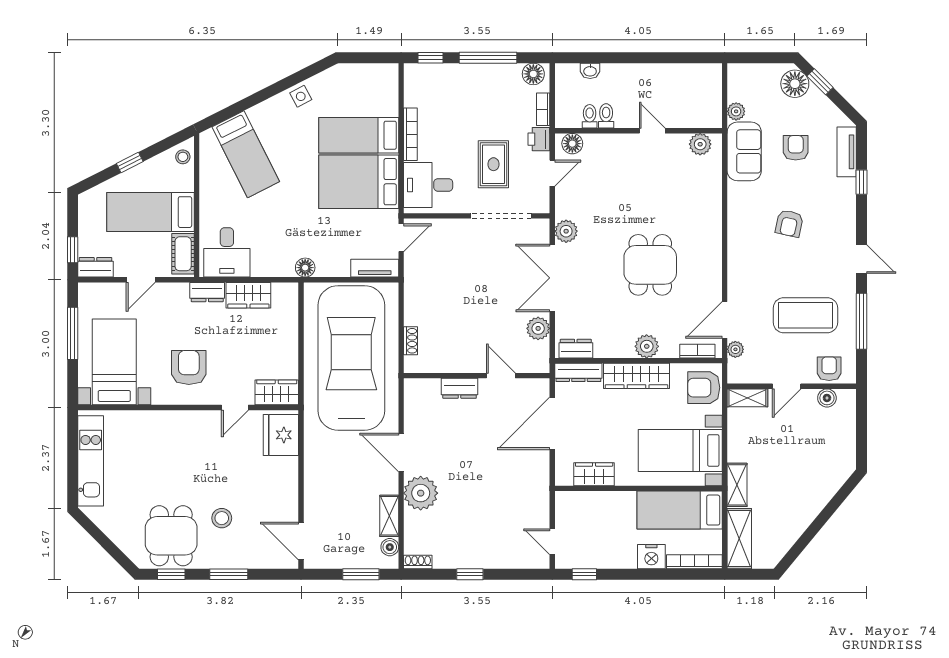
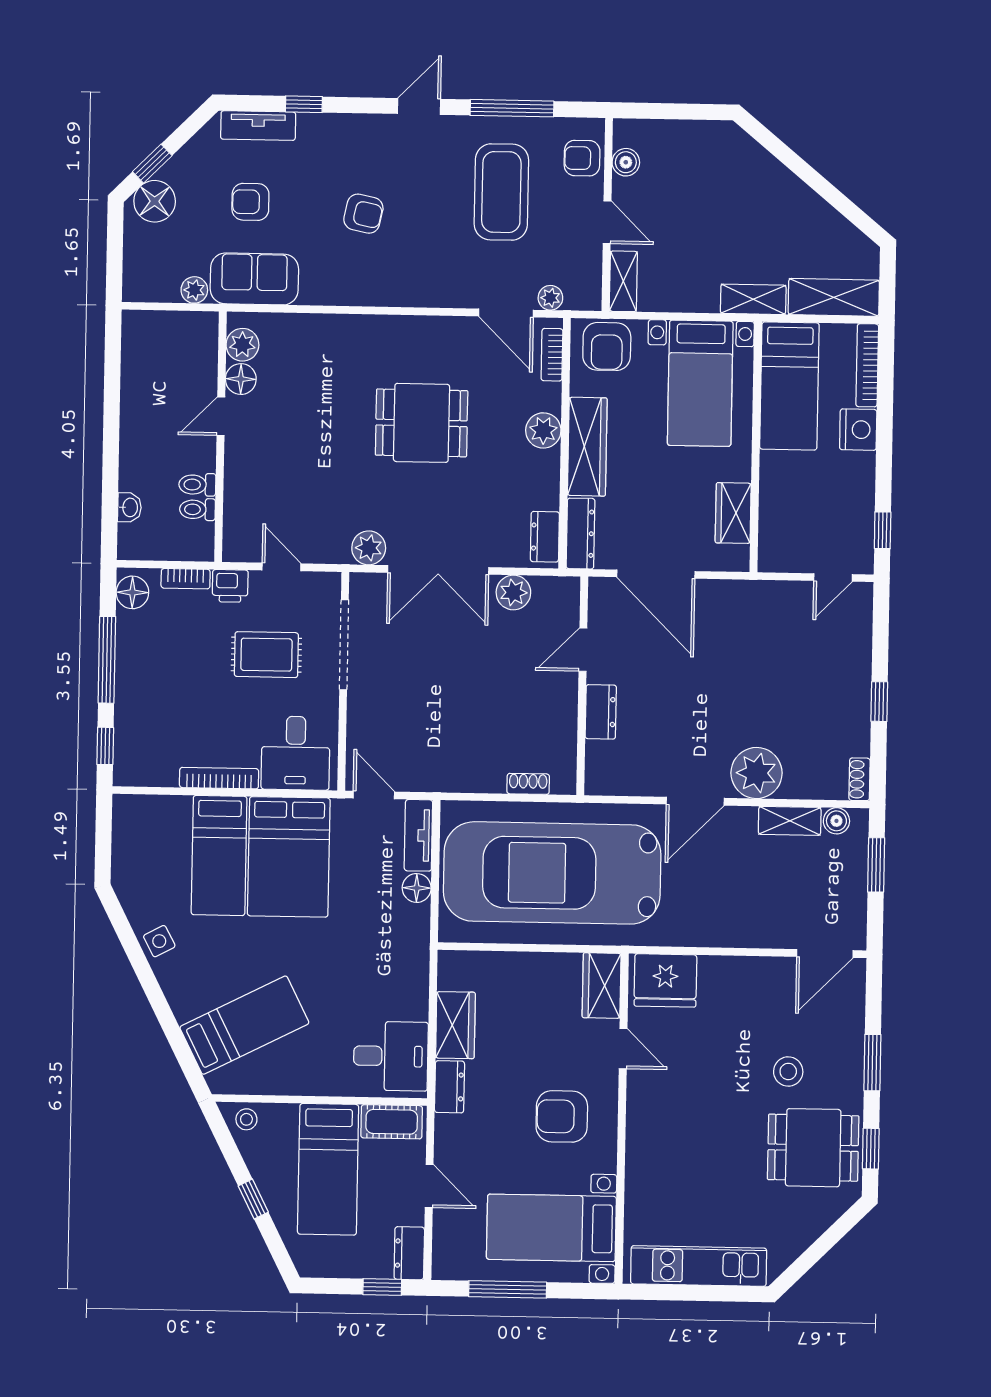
floor lamp: (572, 144) -> (241, 379), moved
floor lamp: (305, 268) -> (417, 888), moved

